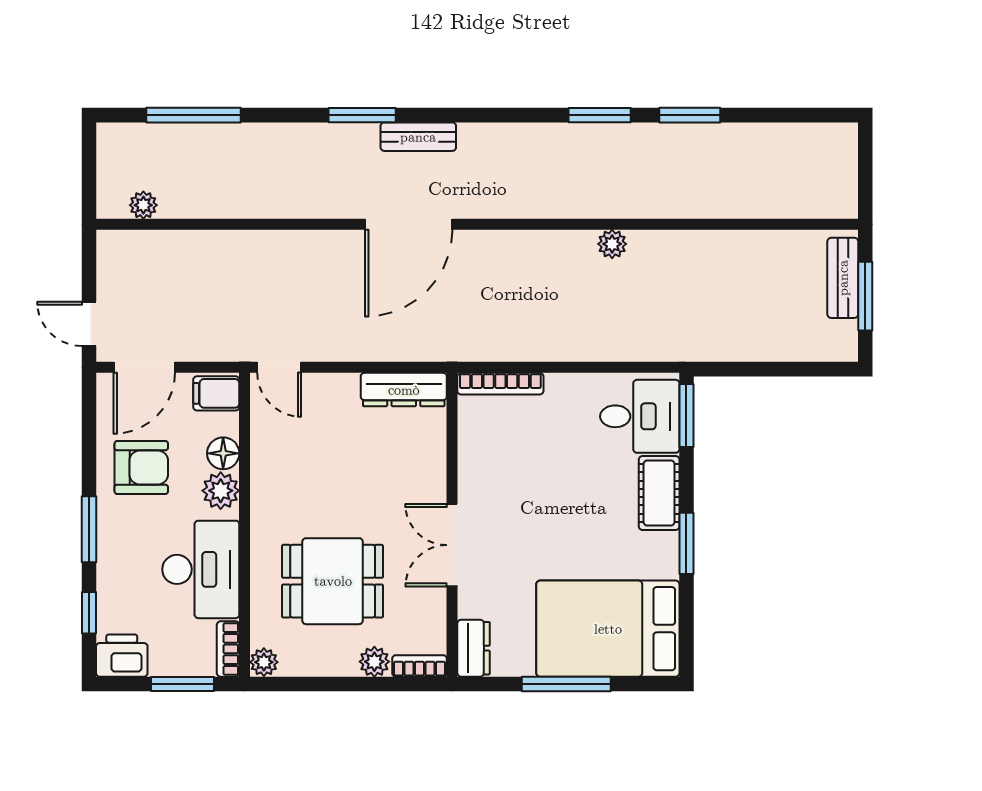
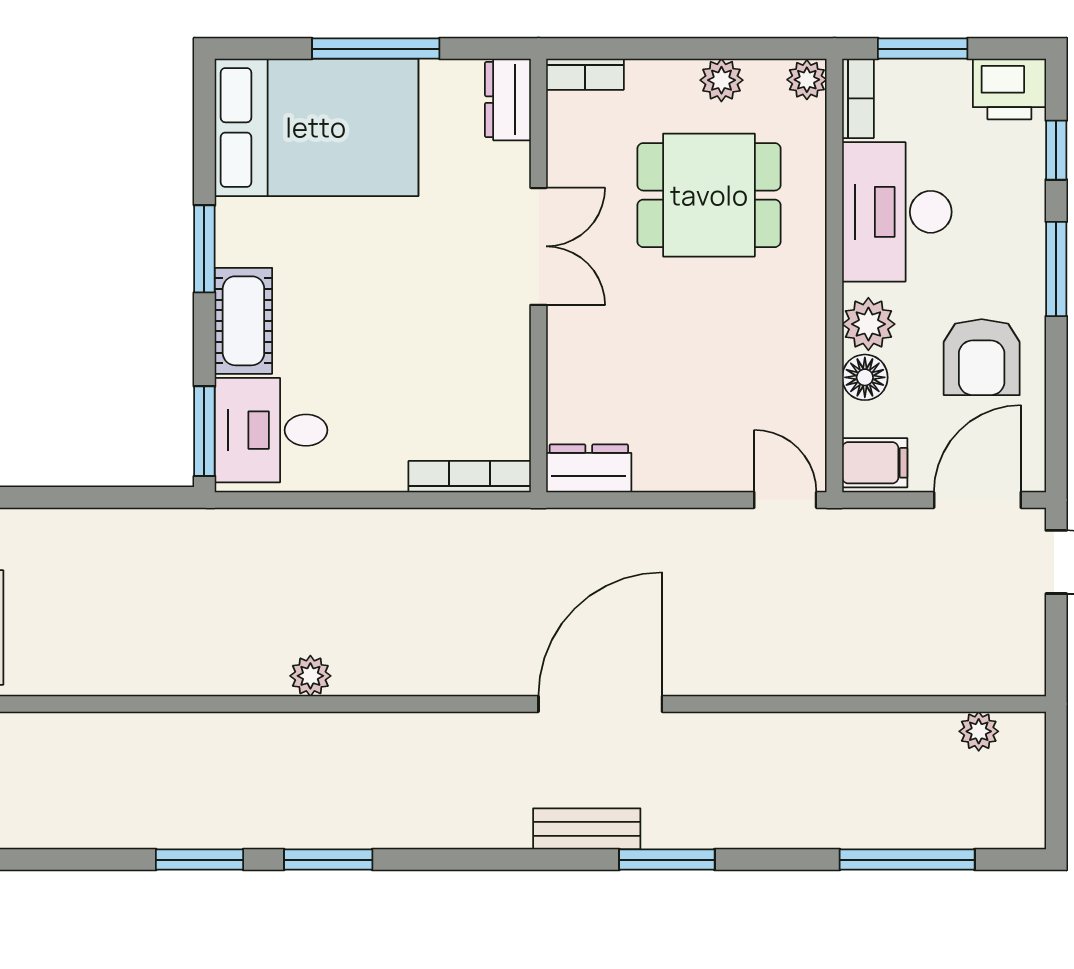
dresser: (404, 390) -> (589, 468), width x0.70
armchair: (141, 467) -> (982, 357), turned -90
plant: (374, 662) -> (721, 80), moved

